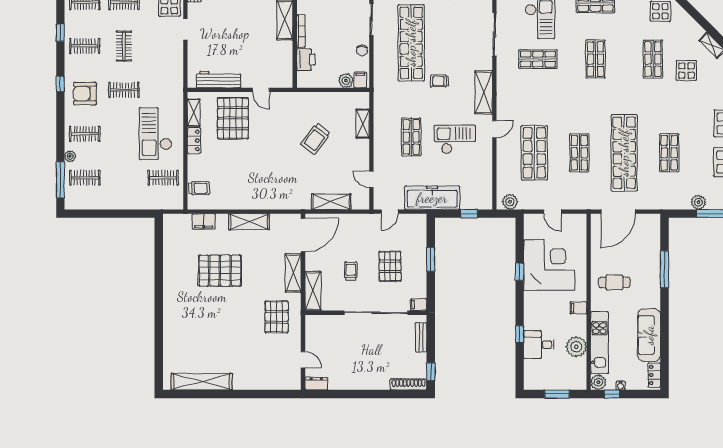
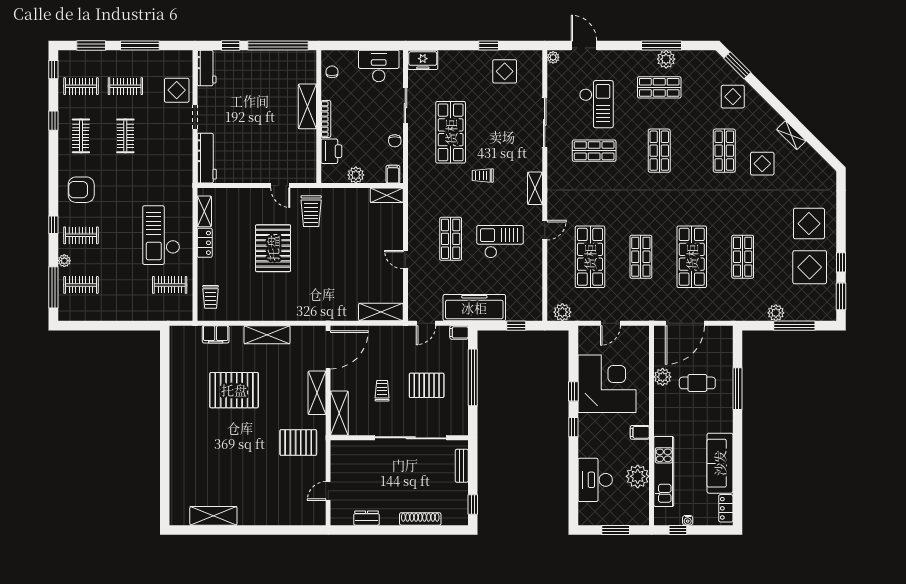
shop shelf: (411, 43) -> (451, 132), width x0.71
clothes rail: (85, 46) -> (81, 136), turned 90
workbench: (219, 80) -> (207, 158), moved, turned 90
plant: (346, 81) -> (356, 175), moved
window: (60, 84) -> (53, 225), moved
clothes rail: (124, 90) -> (125, 186), removed
shelving: (484, 92) -> (535, 188), width x0.67, depth x0.75
pallet: (233, 118) -> (273, 248), moved
shelving: (363, 124) -> (387, 195), moved, turned 90
trolley: (316, 139) -> (311, 211), moved, turned -37
shop shelf: (624, 153) -> (692, 257), width x0.71
door: (371, 179) -> (405, 260), moved
trolley: (199, 188) -> (211, 297), turned 90
shelving: (331, 202) -> (381, 312), moved
door: (552, 212) -> (610, 323), hinge flipped
window: (431, 259) -> (473, 377), width x2.11
pallet: (390, 266) -> (427, 385), turned 90
cafe table: (614, 282) -> (697, 383), moved
filing cabinet: (419, 305) -> (459, 332), moved
pallet: (277, 317) -> (298, 443), turned 90
window: (520, 334) -> (573, 427), moved
desk: (539, 345) -> (595, 480), width x1.37
door: (303, 360) -> (328, 491), swing flipped
shelving: (202, 382) -> (213, 516), width x0.68
plant: (598, 382) -> (663, 377), moved
dresser: (316, 384) -> (367, 518), moved
shoe rack: (409, 384) -> (420, 519), moved

